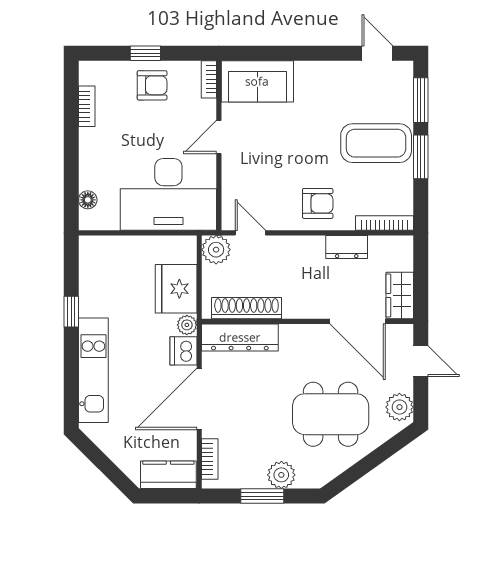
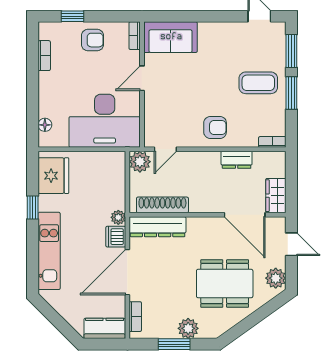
window: (145, 53) -> (72, 16), moved
coffee table: (376, 143) -> (258, 83), width x0.73, depth x0.76
bookcase: (385, 223) -> (272, 142), width x0.64
door: (250, 233) -> (165, 149), swing flipped
fridge: (176, 289) -> (53, 176), moved, turned 180

